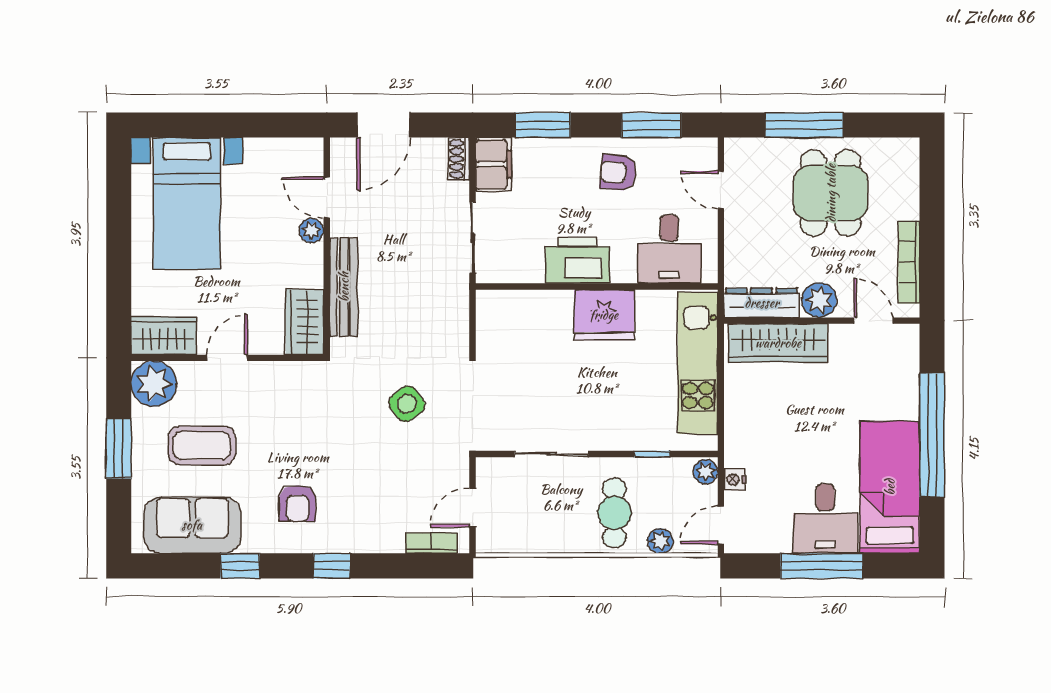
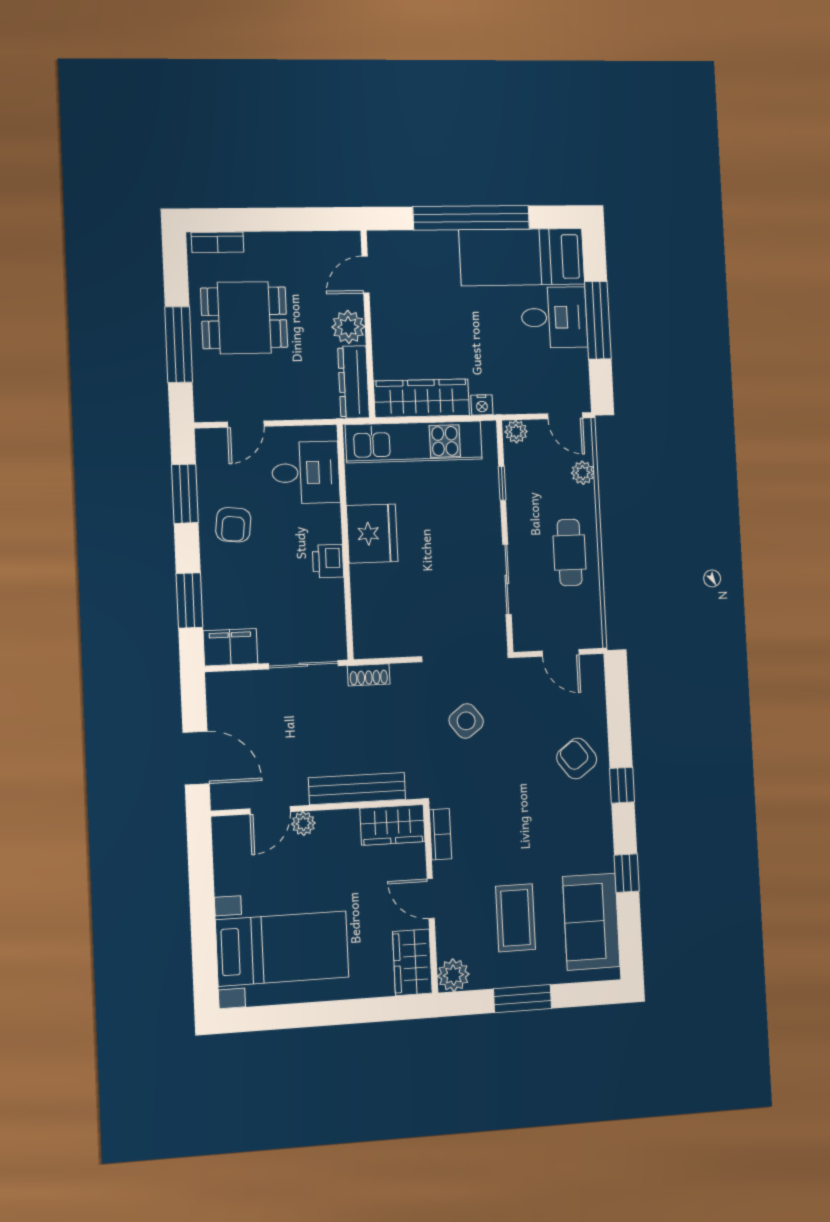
shoe rack: (459, 159) -> (369, 675), moved
printer: (577, 260) -> (328, 561), width x0.53, depth x0.68
bookcase: (909, 262) -> (218, 242), moved, width x0.64
wardrobe: (778, 343) -> (422, 398), moved, turned -90
plant: (154, 384) -> (453, 975), width x0.73, depth x0.73
nightstand: (735, 480) -> (482, 405), moved
armchair: (298, 504) -> (577, 759), moved, turned -127
cafe table: (614, 513) -> (570, 552), moved, turned 90
bookcase: (431, 543) -> (441, 834), moved, turned 180

